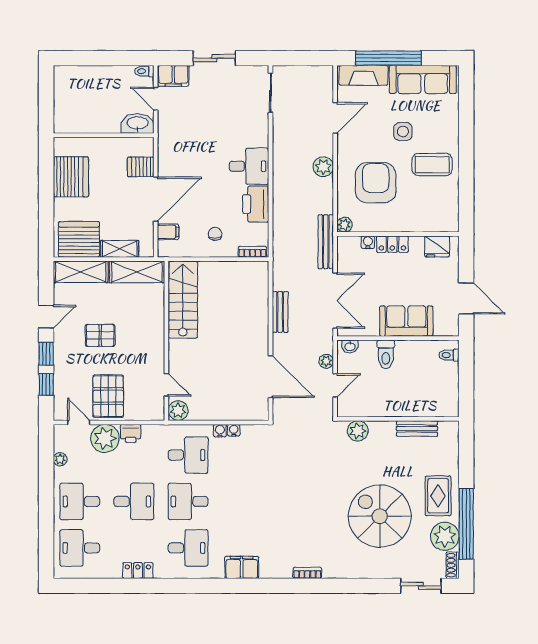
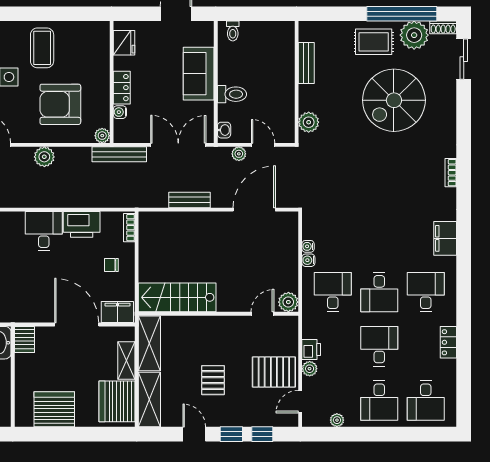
server rack: (141, 167) -> (24, 340), moved
filing cabinet: (168, 232) -> (117, 312), width x2.00
plant: (105, 438) -> (310, 369), width x0.53, depth x0.53

